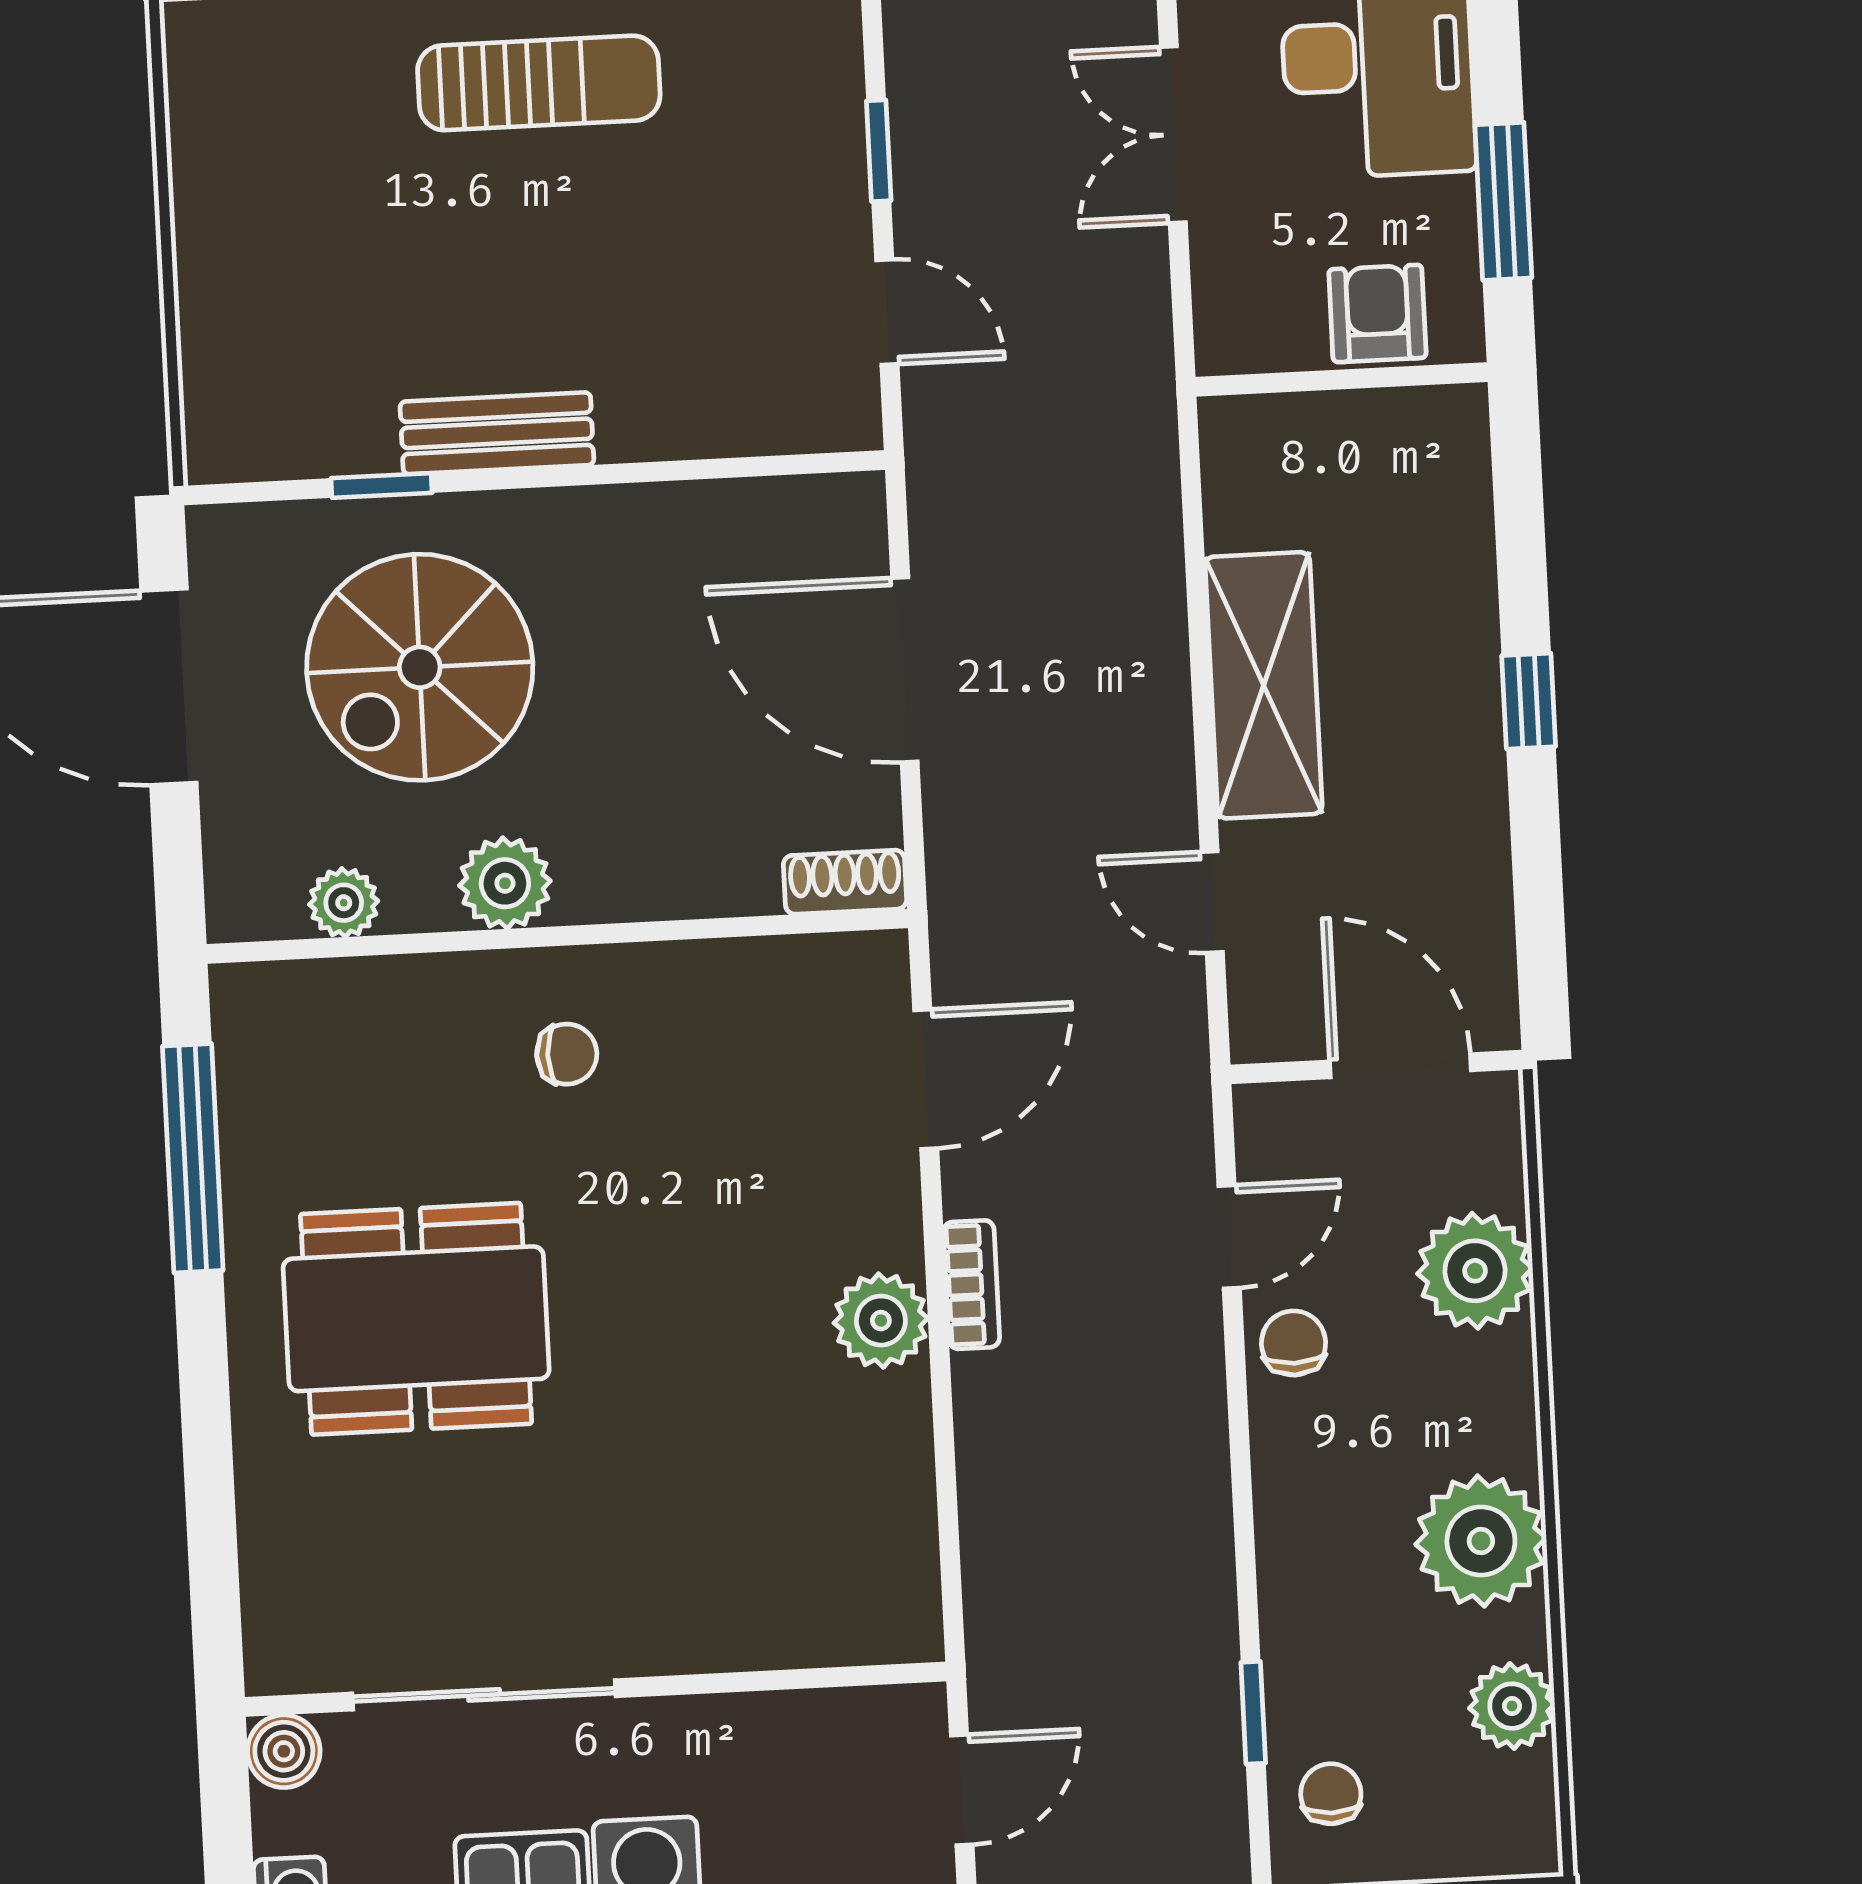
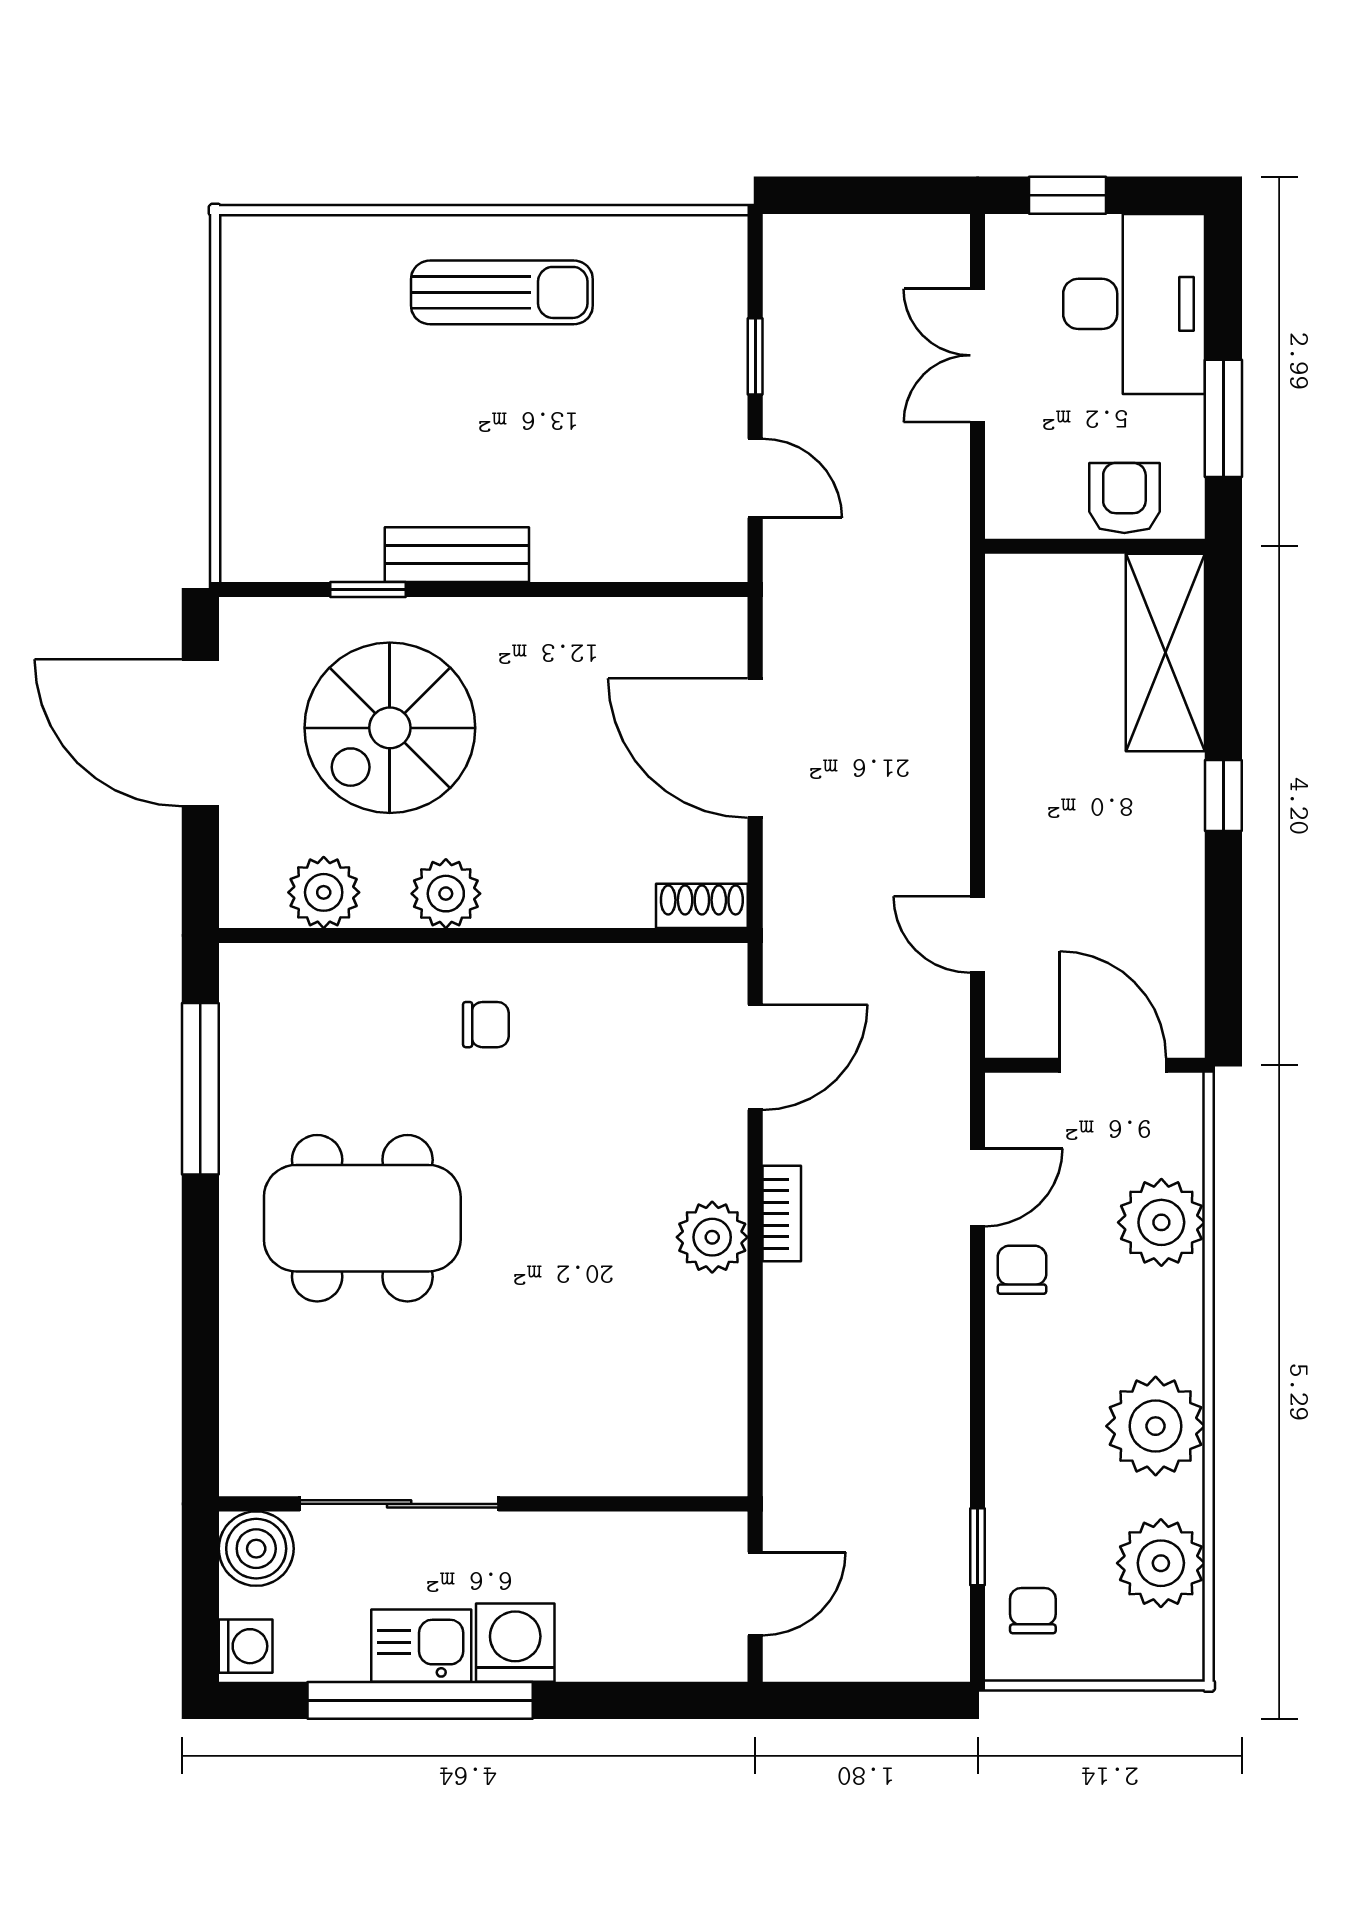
shelving: (1264, 685) -> (1165, 652), moved
plant: (344, 903) -> (324, 892), width x1.38, depth x1.38
plant: (1512, 1706) -> (1161, 1563), width x1.36, depth x1.36
boiler: (284, 1751) -> (256, 1549), width x1.36, depth x1.36

